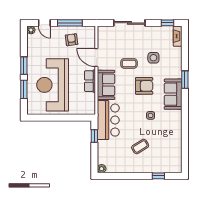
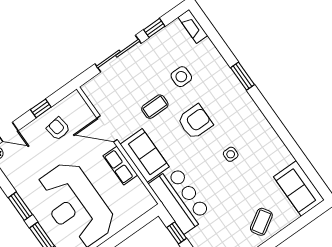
window: (70, 23) -> (41, 108), width x0.46
window: (168, 23) -> (154, 28), moved
sofa: (173, 94) -> (299, 188), moved
coffee table: (140, 147) -> (261, 222), moved
window: (158, 176) -> (296, 226), removed

